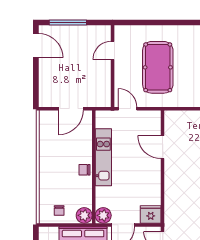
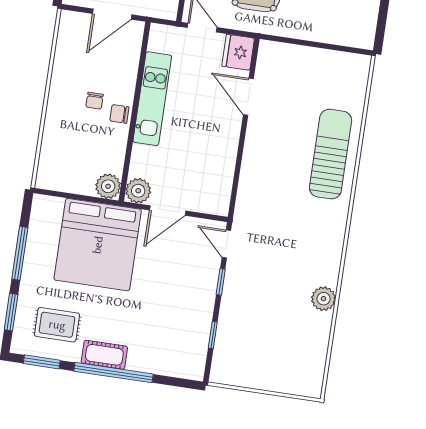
chair: (59, 211) -> (95, 101), moved
fridge: (151, 214) -> (238, 52), moved, turned -90

